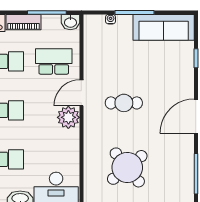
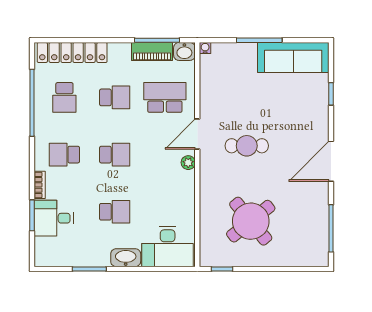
water cooler: (111, 19) -> (205, 48), moved
piano: (24, 22) -> (152, 51), moved
plant: (68, 117) -> (188, 163), width x0.53, depth x0.53

